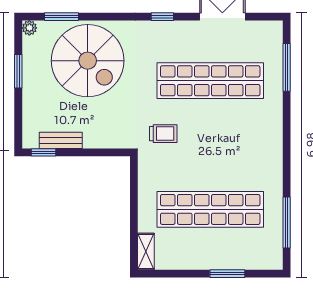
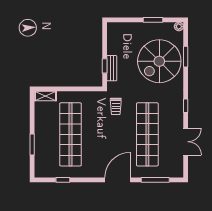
window: (61, 17) -> (186, 57), moved
door: (287, 130) -> (118, 180), added
bench: (61, 140) -> (112, 68), moved
window: (44, 152) -> (105, 66), moved
window: (287, 222) -> (63, 180), width x0.46

